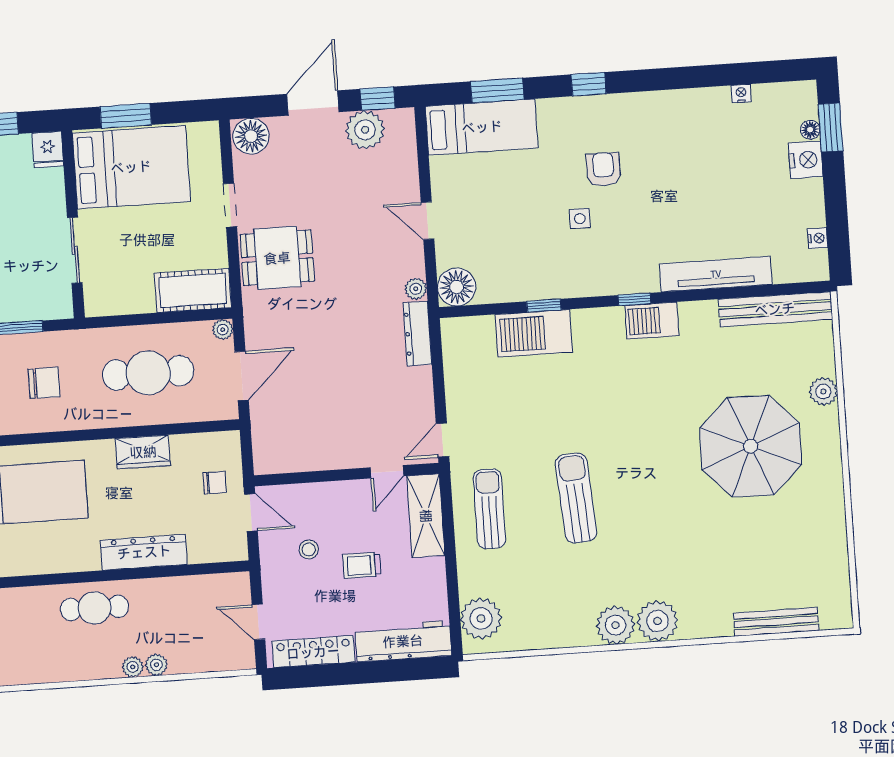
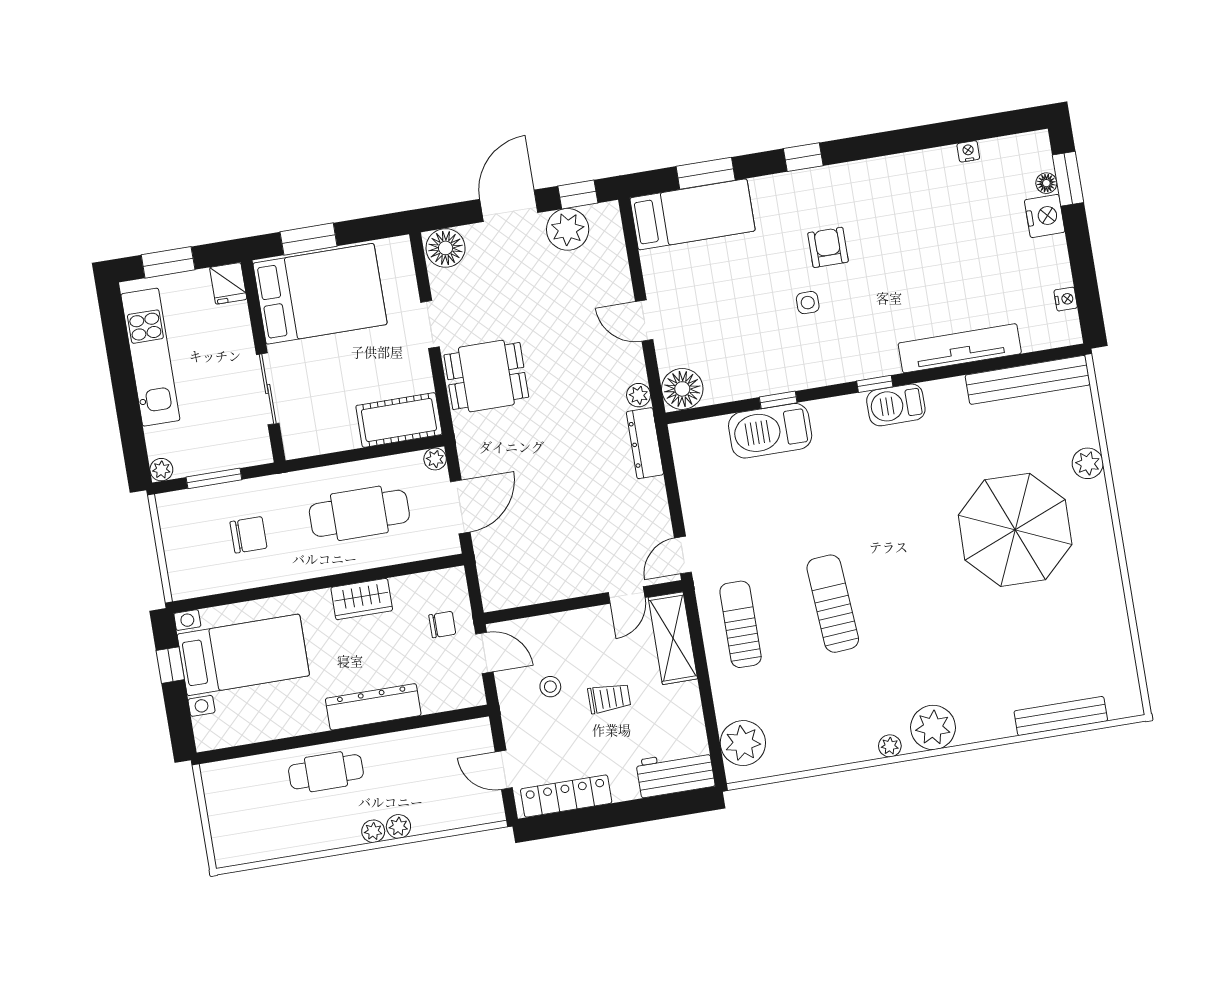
trolley: (362, 565) -> (609, 698), turned 180
plant: (615, 625) -> (890, 746), width x0.53, depth x0.53
workbench: (403, 641) -> (675, 773), width x0.73

